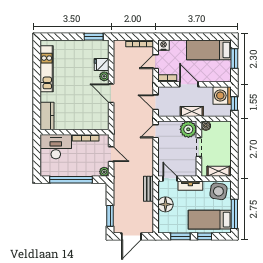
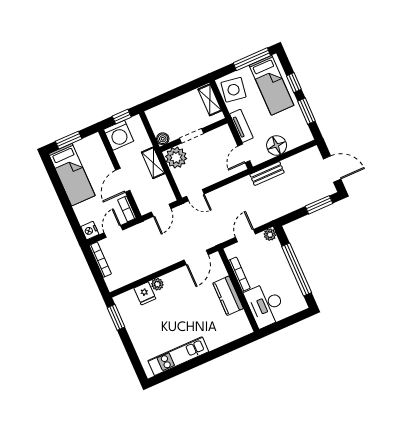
door: (156, 62) -> (113, 231), swing flipped
door: (111, 93) -> (196, 257), moved
kitchen counter: (47, 116) -> (228, 296), moved, turned -90

